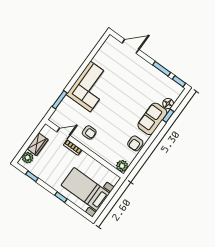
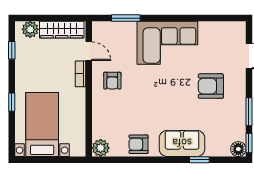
armchair: (132, 80) -> (211, 86), added
floor lamp: (168, 103) -> (238, 149), moved
wardrobe: (37, 144) -> (62, 30), width x1.50

